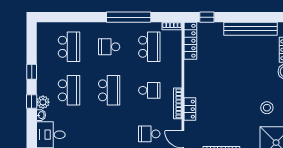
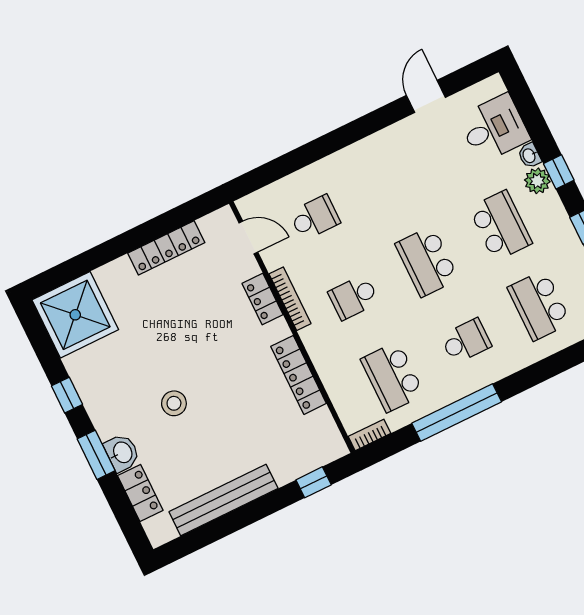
locker: (190, 41) -> (299, 375), moved
school desk: (69, 90) -> (500, 226), turned 180
stool: (267, 108) -> (174, 403), moved

